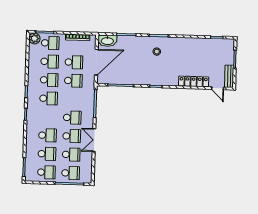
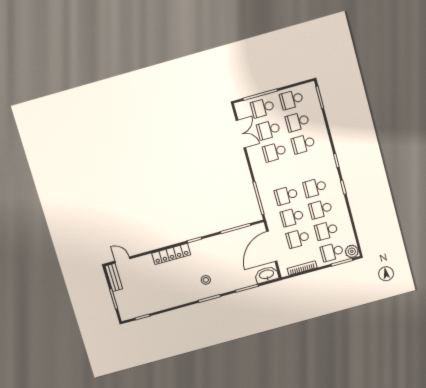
locker: (194, 81) -> (171, 254), moved
school desk: (72, 118) -> (286, 195), moved
double door: (94, 140) -> (241, 134), moved

